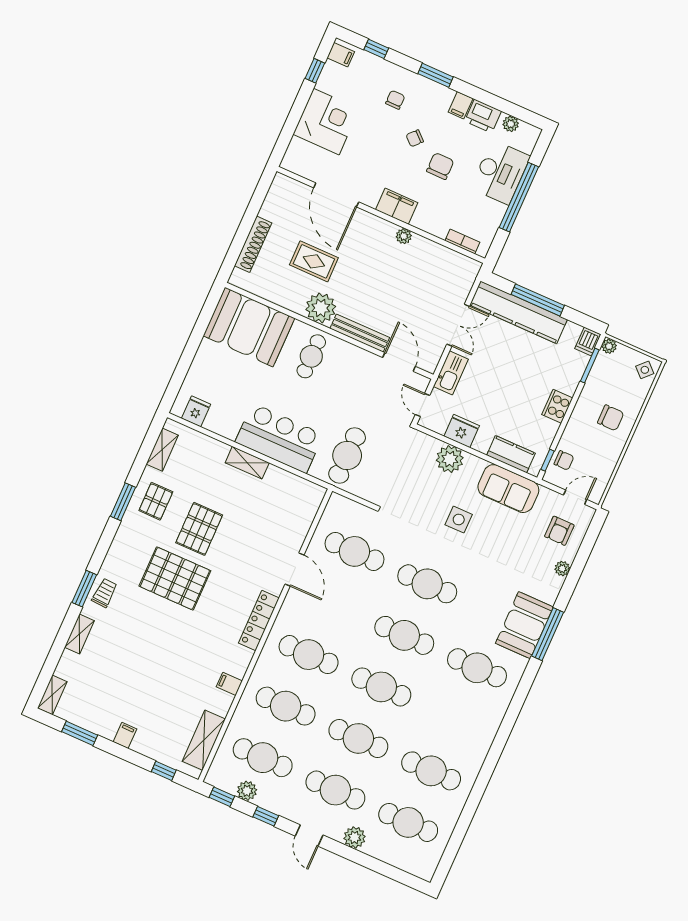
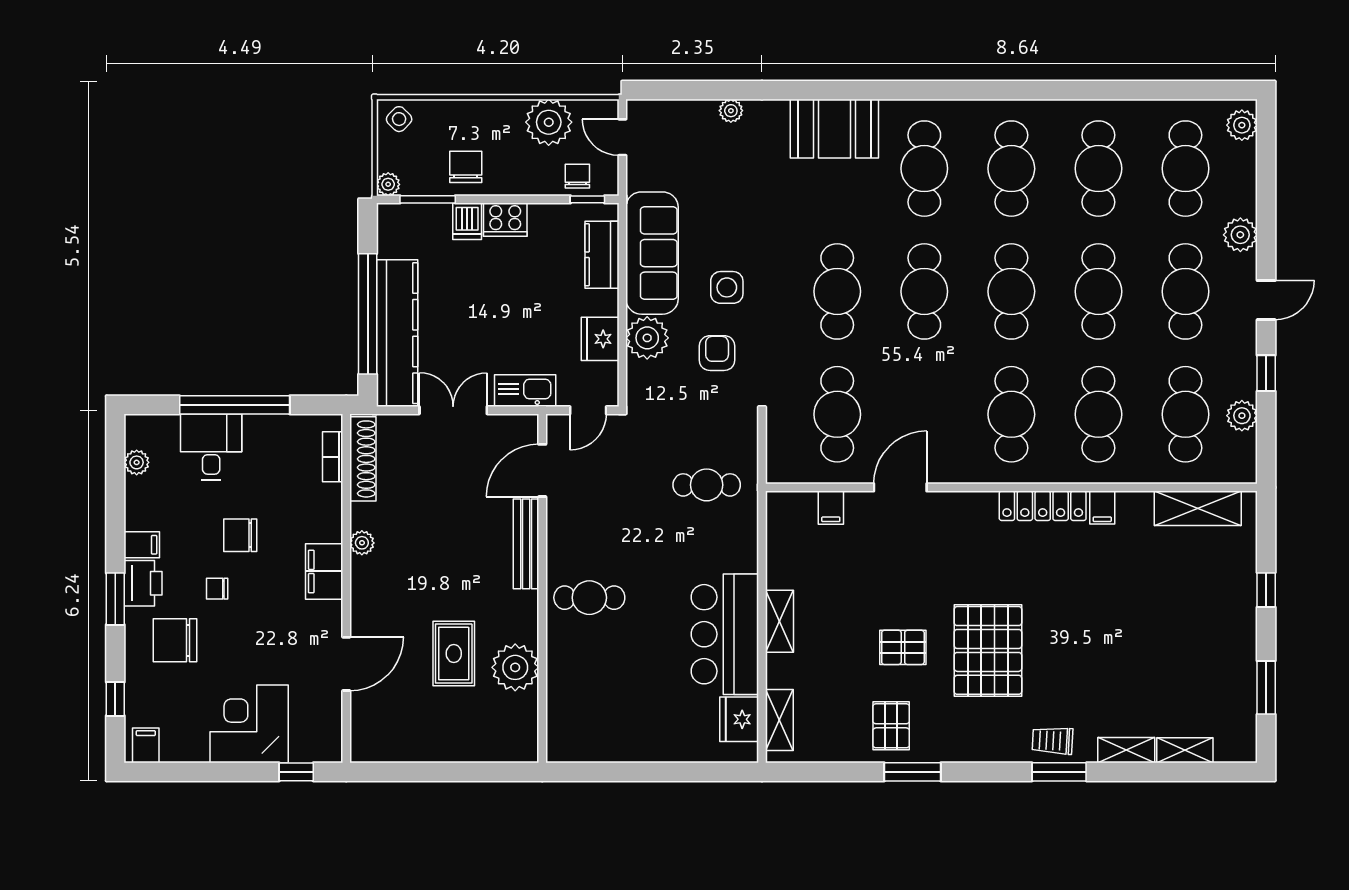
window: (315, 71) -> (296, 772), moved
chair: (395, 100) -> (175, 640), width x1.87, depth x1.87
printer: (483, 116) -> (143, 583), moved
chair: (415, 138) -> (217, 589), turned 137
desk: (500, 172) -> (211, 447), width x0.73
door: (336, 195) -> (346, 664), width x0.73
shoe rack: (253, 244) -> (363, 459), moved, turned 90
window: (538, 300) -> (368, 314), width x1.46
plant: (321, 308) -> (515, 667), moved
booth: (249, 327) -> (587, 704), removed
dishwasher: (588, 341) -> (467, 221), moved, turned 90
fridge: (196, 411) -> (739, 719), width x1.38
chair: (611, 418) -> (466, 167), moved
bar counter: (279, 438) -> (725, 634), moved
shelving: (162, 450) -> (779, 720), moved, turned 90
cafe table: (347, 456) -> (707, 485), width x0.73, depth x0.74
plant: (603, 458) -> (549, 122), added
sofa: (508, 489) -> (652, 253), width x1.36
pallet: (156, 501) -> (891, 726), turned 90
pallet: (199, 529) -> (903, 647), width x0.67, depth x0.71
armchair: (559, 531) -> (717, 353), moved, turned -90
locker: (259, 620) -> (1043, 506), moved
window: (548, 634) -> (833, 90), removed
shelving: (52, 695) -> (1185, 750), moved
cafe table: (454, 719) -> (1011, 169), added
filing cabinet: (125, 735) -> (831, 508), moved, turned -90
window: (164, 771) -> (1266, 590), moved
window: (222, 797) -> (1266, 447), removed
plant: (419, 867) -> (1242, 125), added

